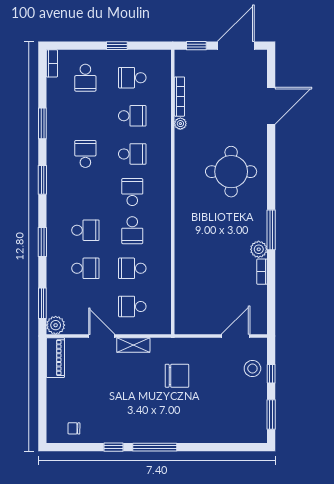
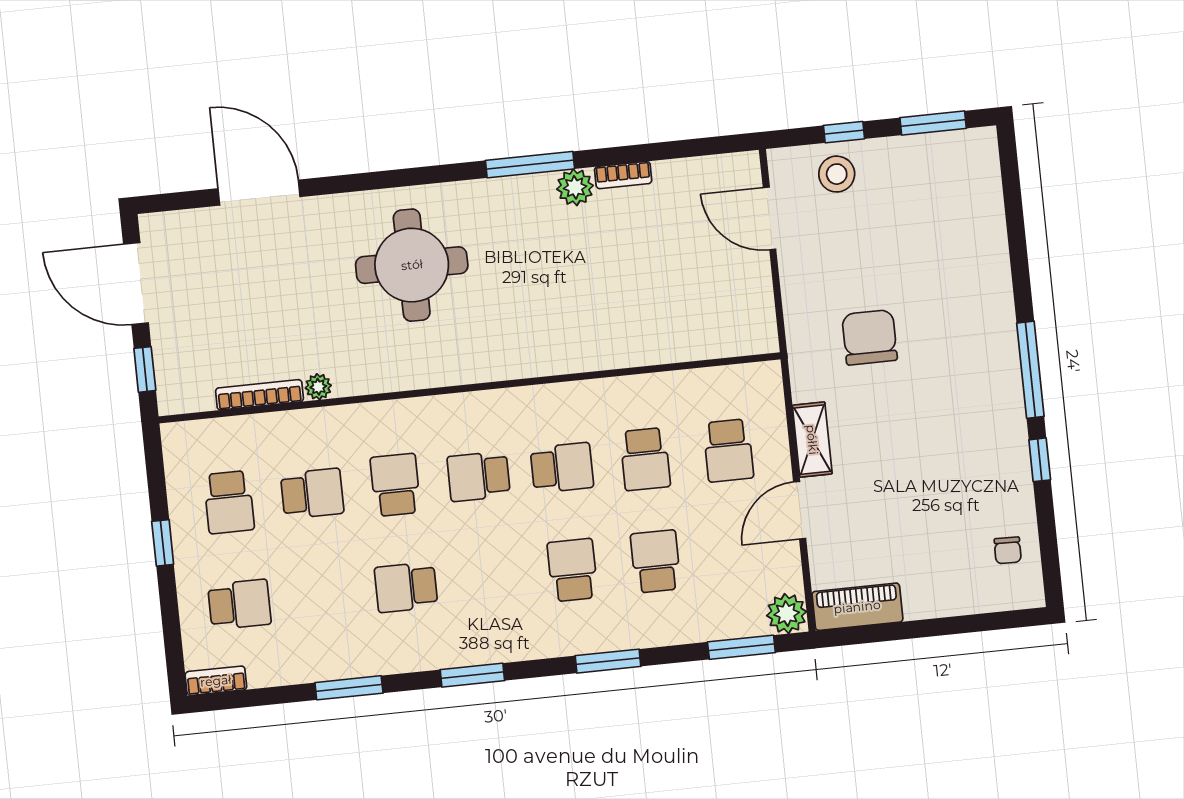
school desk: (132, 116) -> (312, 494), turned 90

